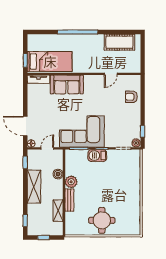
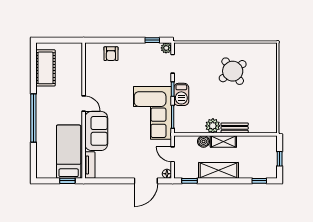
door: (111, 74) -> (84, 103), moved
shelving: (58, 211) -> (223, 141), moved
round table: (102, 220) -> (233, 71), moved, turned -36

